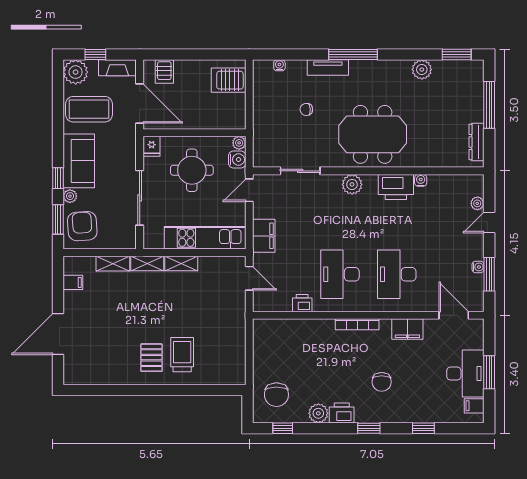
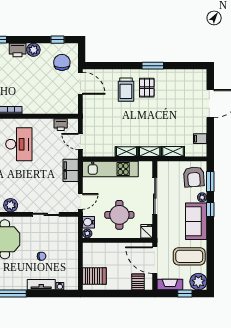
tv unit: (328, 68) -> (41, 285), moved
printer: (302, 303) -> (61, 125), moved
door: (249, 364) -> (80, 83), added
window: (143, 390) -> (153, 66), added

